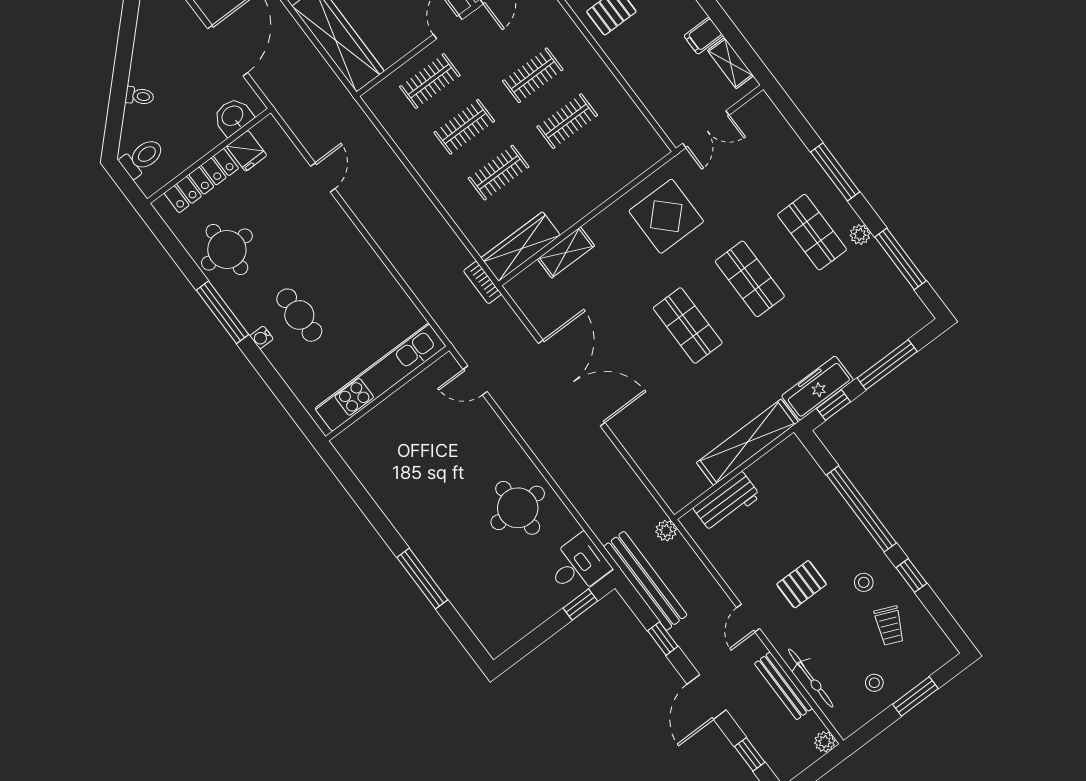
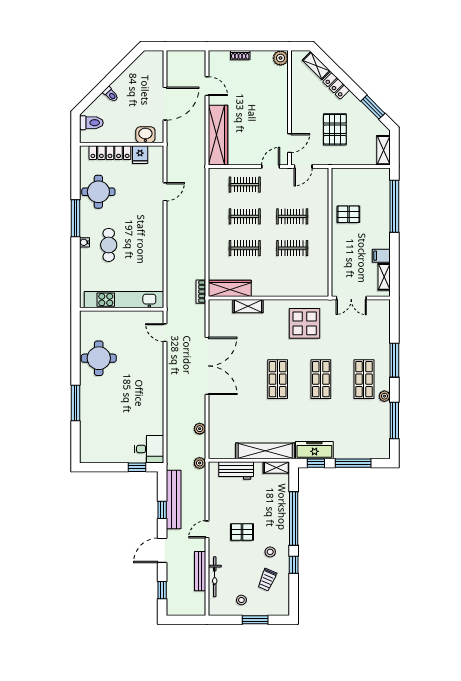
shelving: (781, 454) -> (276, 468), added
round table: (518, 508) -> (99, 358), moved
bench: (645, 581) -> (174, 500), moved
plant: (825, 742) -> (200, 429), moved

